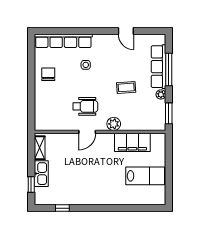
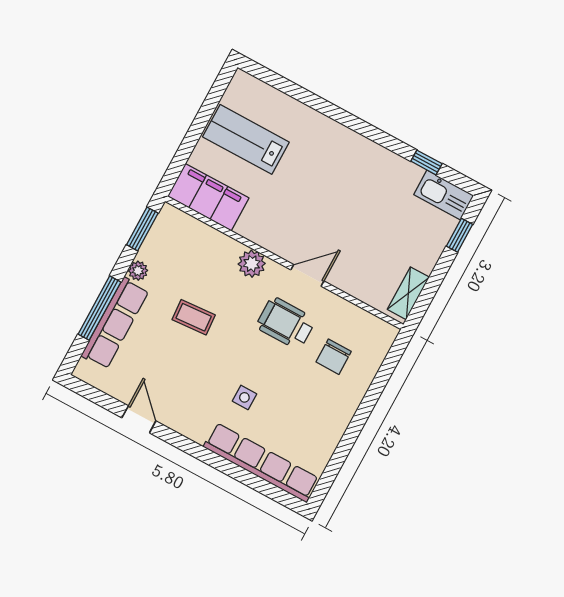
chair: (48, 74) -> (334, 357), moved
filing cabinet: (132, 142) -> (208, 197), moved
kitchen sink: (41, 174) -> (444, 195), moved, turned -90

